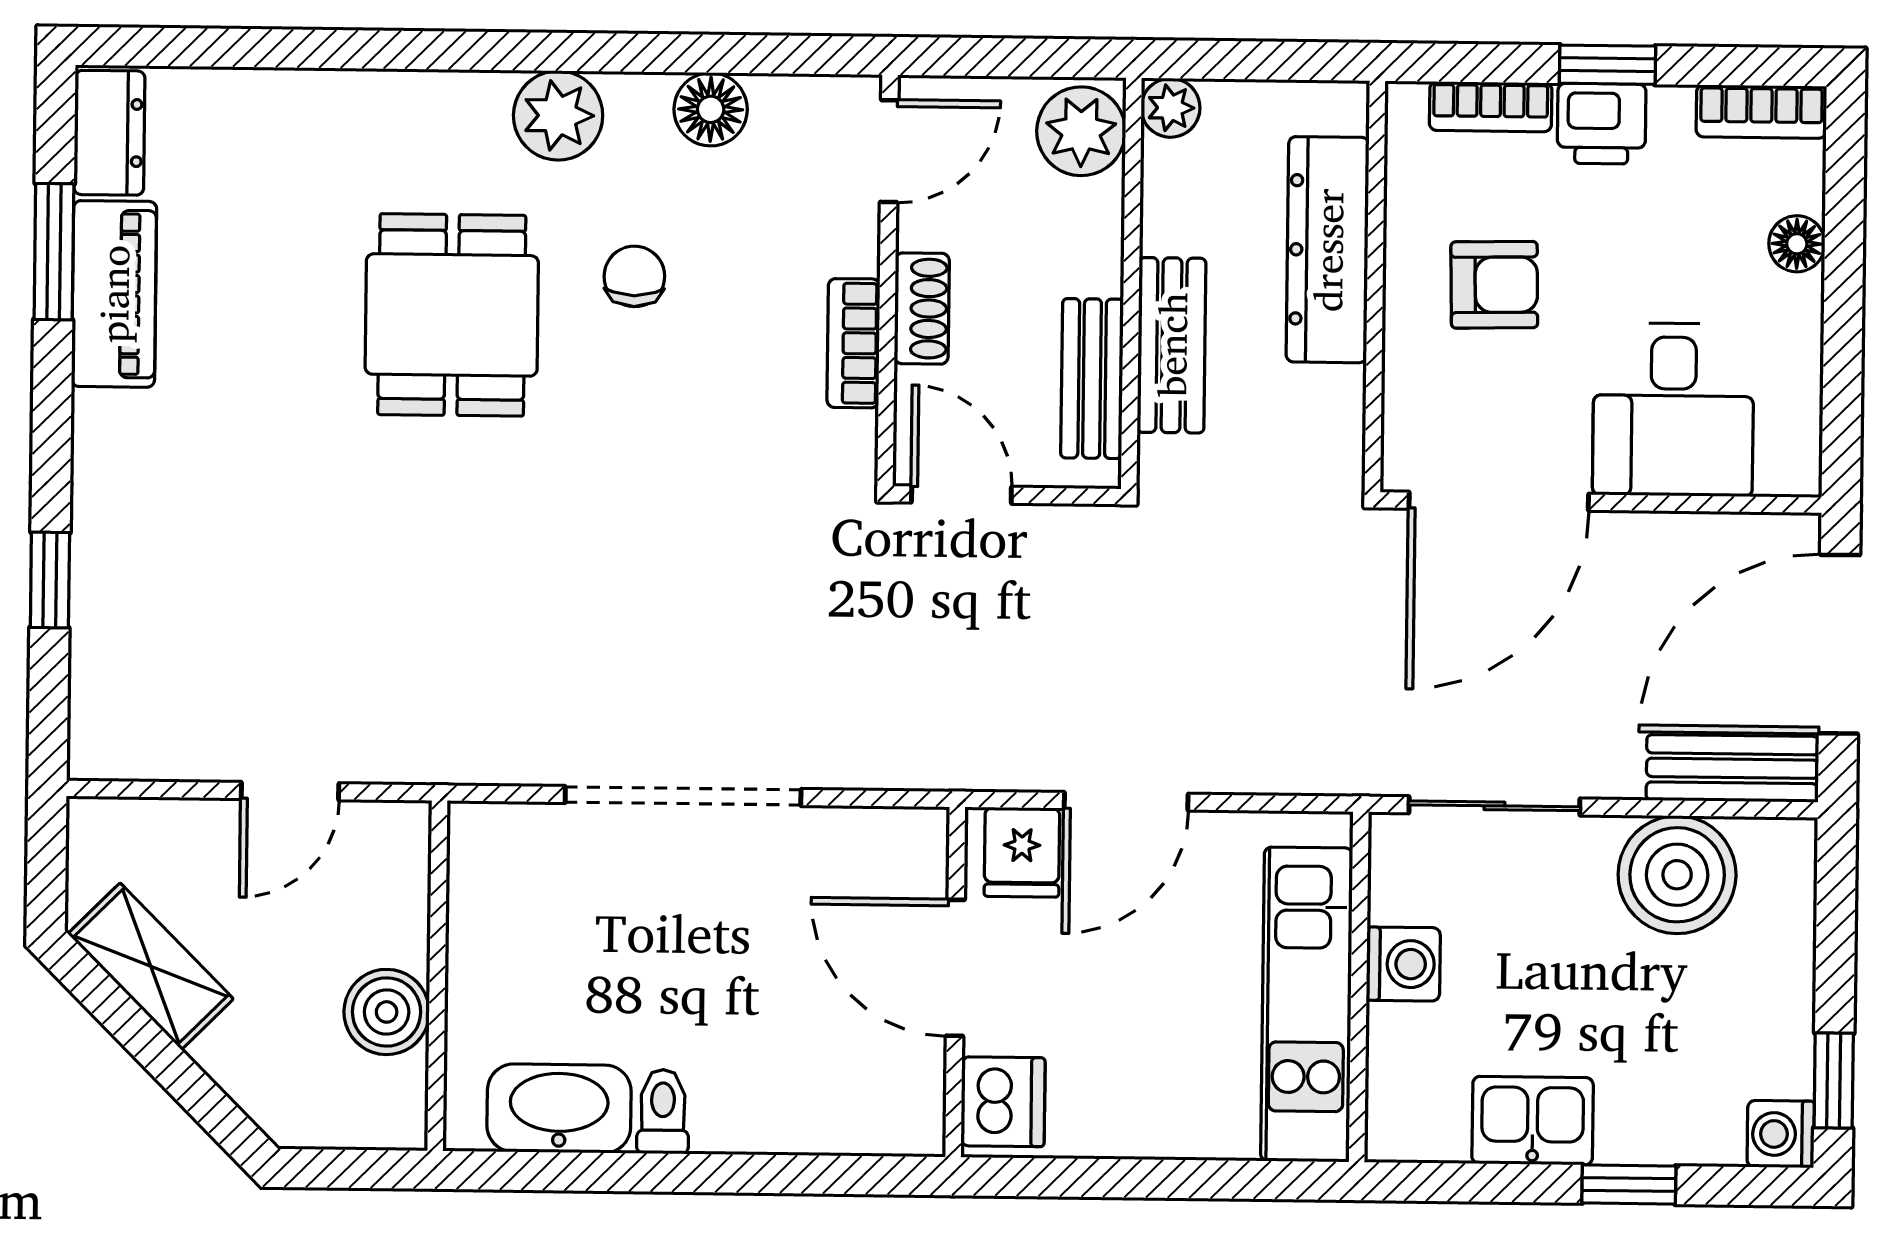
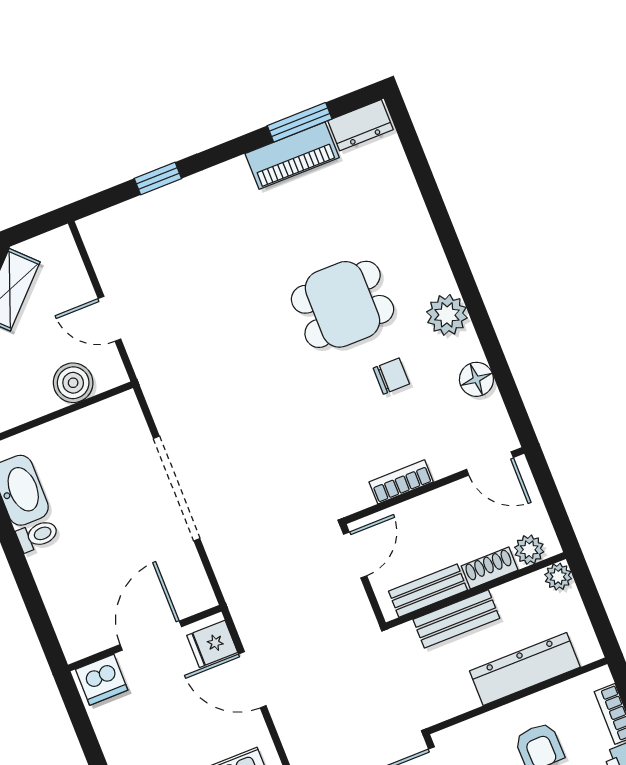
plant: (1081, 131) -> (529, 550), width x0.73, depth x0.73
shoe rack: (922, 308) -> (490, 568), moved, turned 180
boiler: (387, 1012) -> (73, 383), moved

